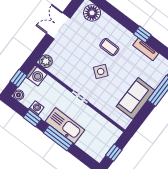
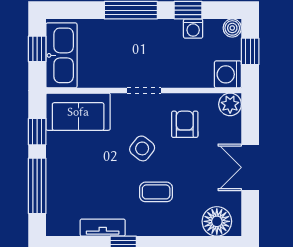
double door: (58, 26) -> (250, 167), swing flipped
armchair: (73, 68) -> (185, 124), added
sofa: (136, 98) -> (78, 112), moved, turned 90
window: (142, 115) -> (37, 132), added
kitchen sink: (65, 126) -> (61, 55), moved, turned -90

